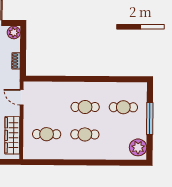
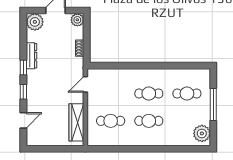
door: (22, 97) -> (85, 84), hinge flipped

